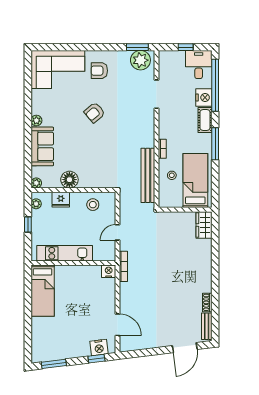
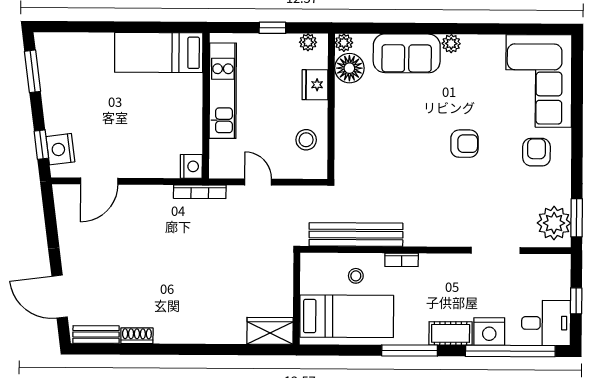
armchair: (95, 113) -> (464, 144), turned 130
floor lamp: (69, 180) -> (349, 68), moved

